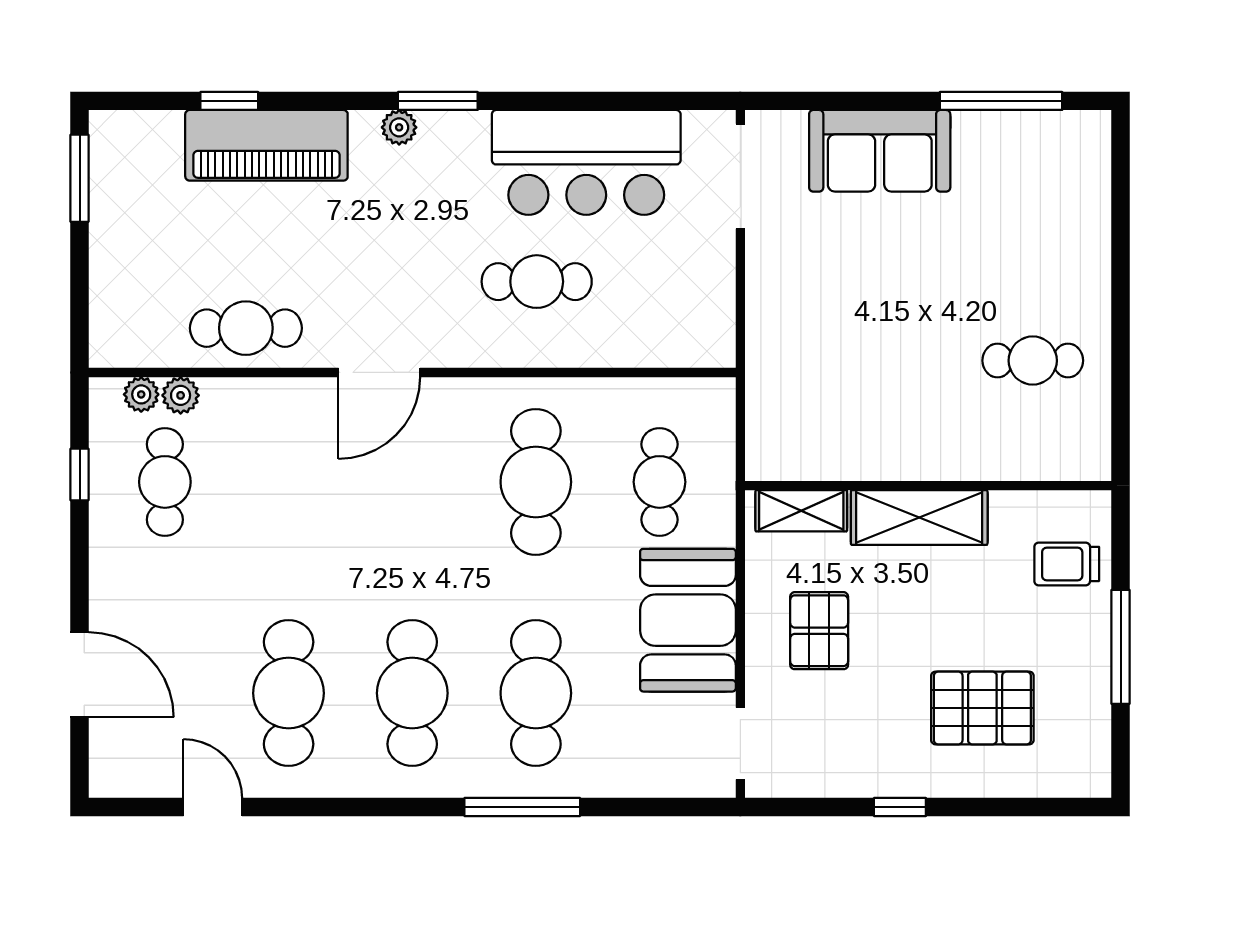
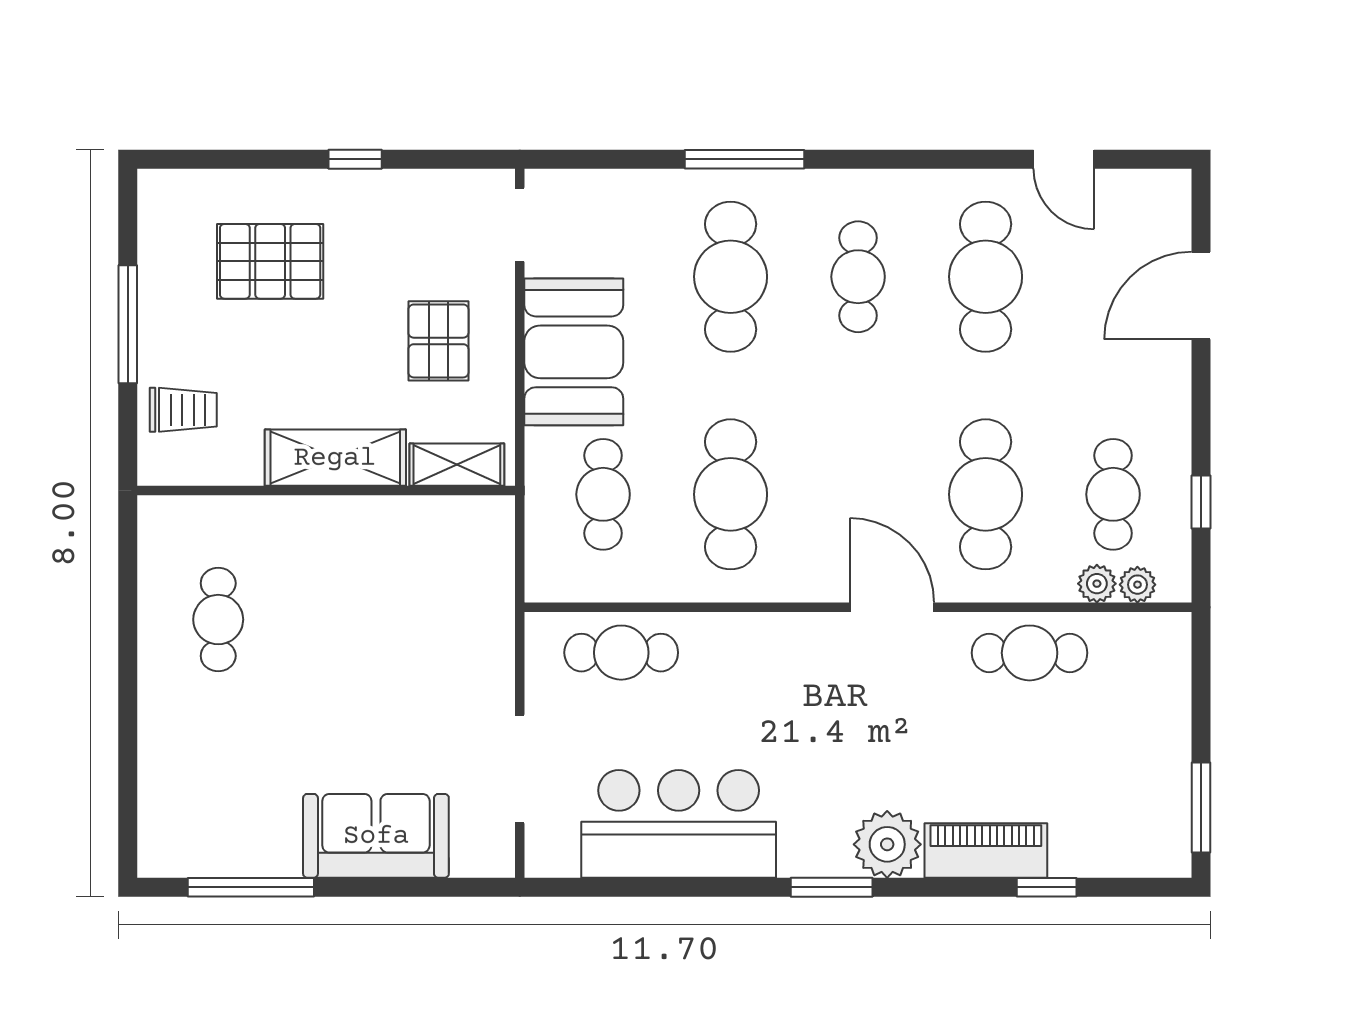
plant: (399, 127) -> (887, 844), width x1.87, depth x1.87
piano: (266, 145) -> (986, 850), width x0.73, depth x0.75
doorway: (740, 176) -> (520, 769), moved
cafe table: (537, 282) -> (621, 653), moved
cafe table: (1033, 361) -> (218, 620), turned 90
door: (379, 372) -> (892, 607), hinge flipped
cafe table: (289, 482) -> (986, 494), added
door: (80, 675) -> (1201, 296), hinge flipped
cafe table: (412, 693) -> (858, 277), width x0.73, depth x0.74

